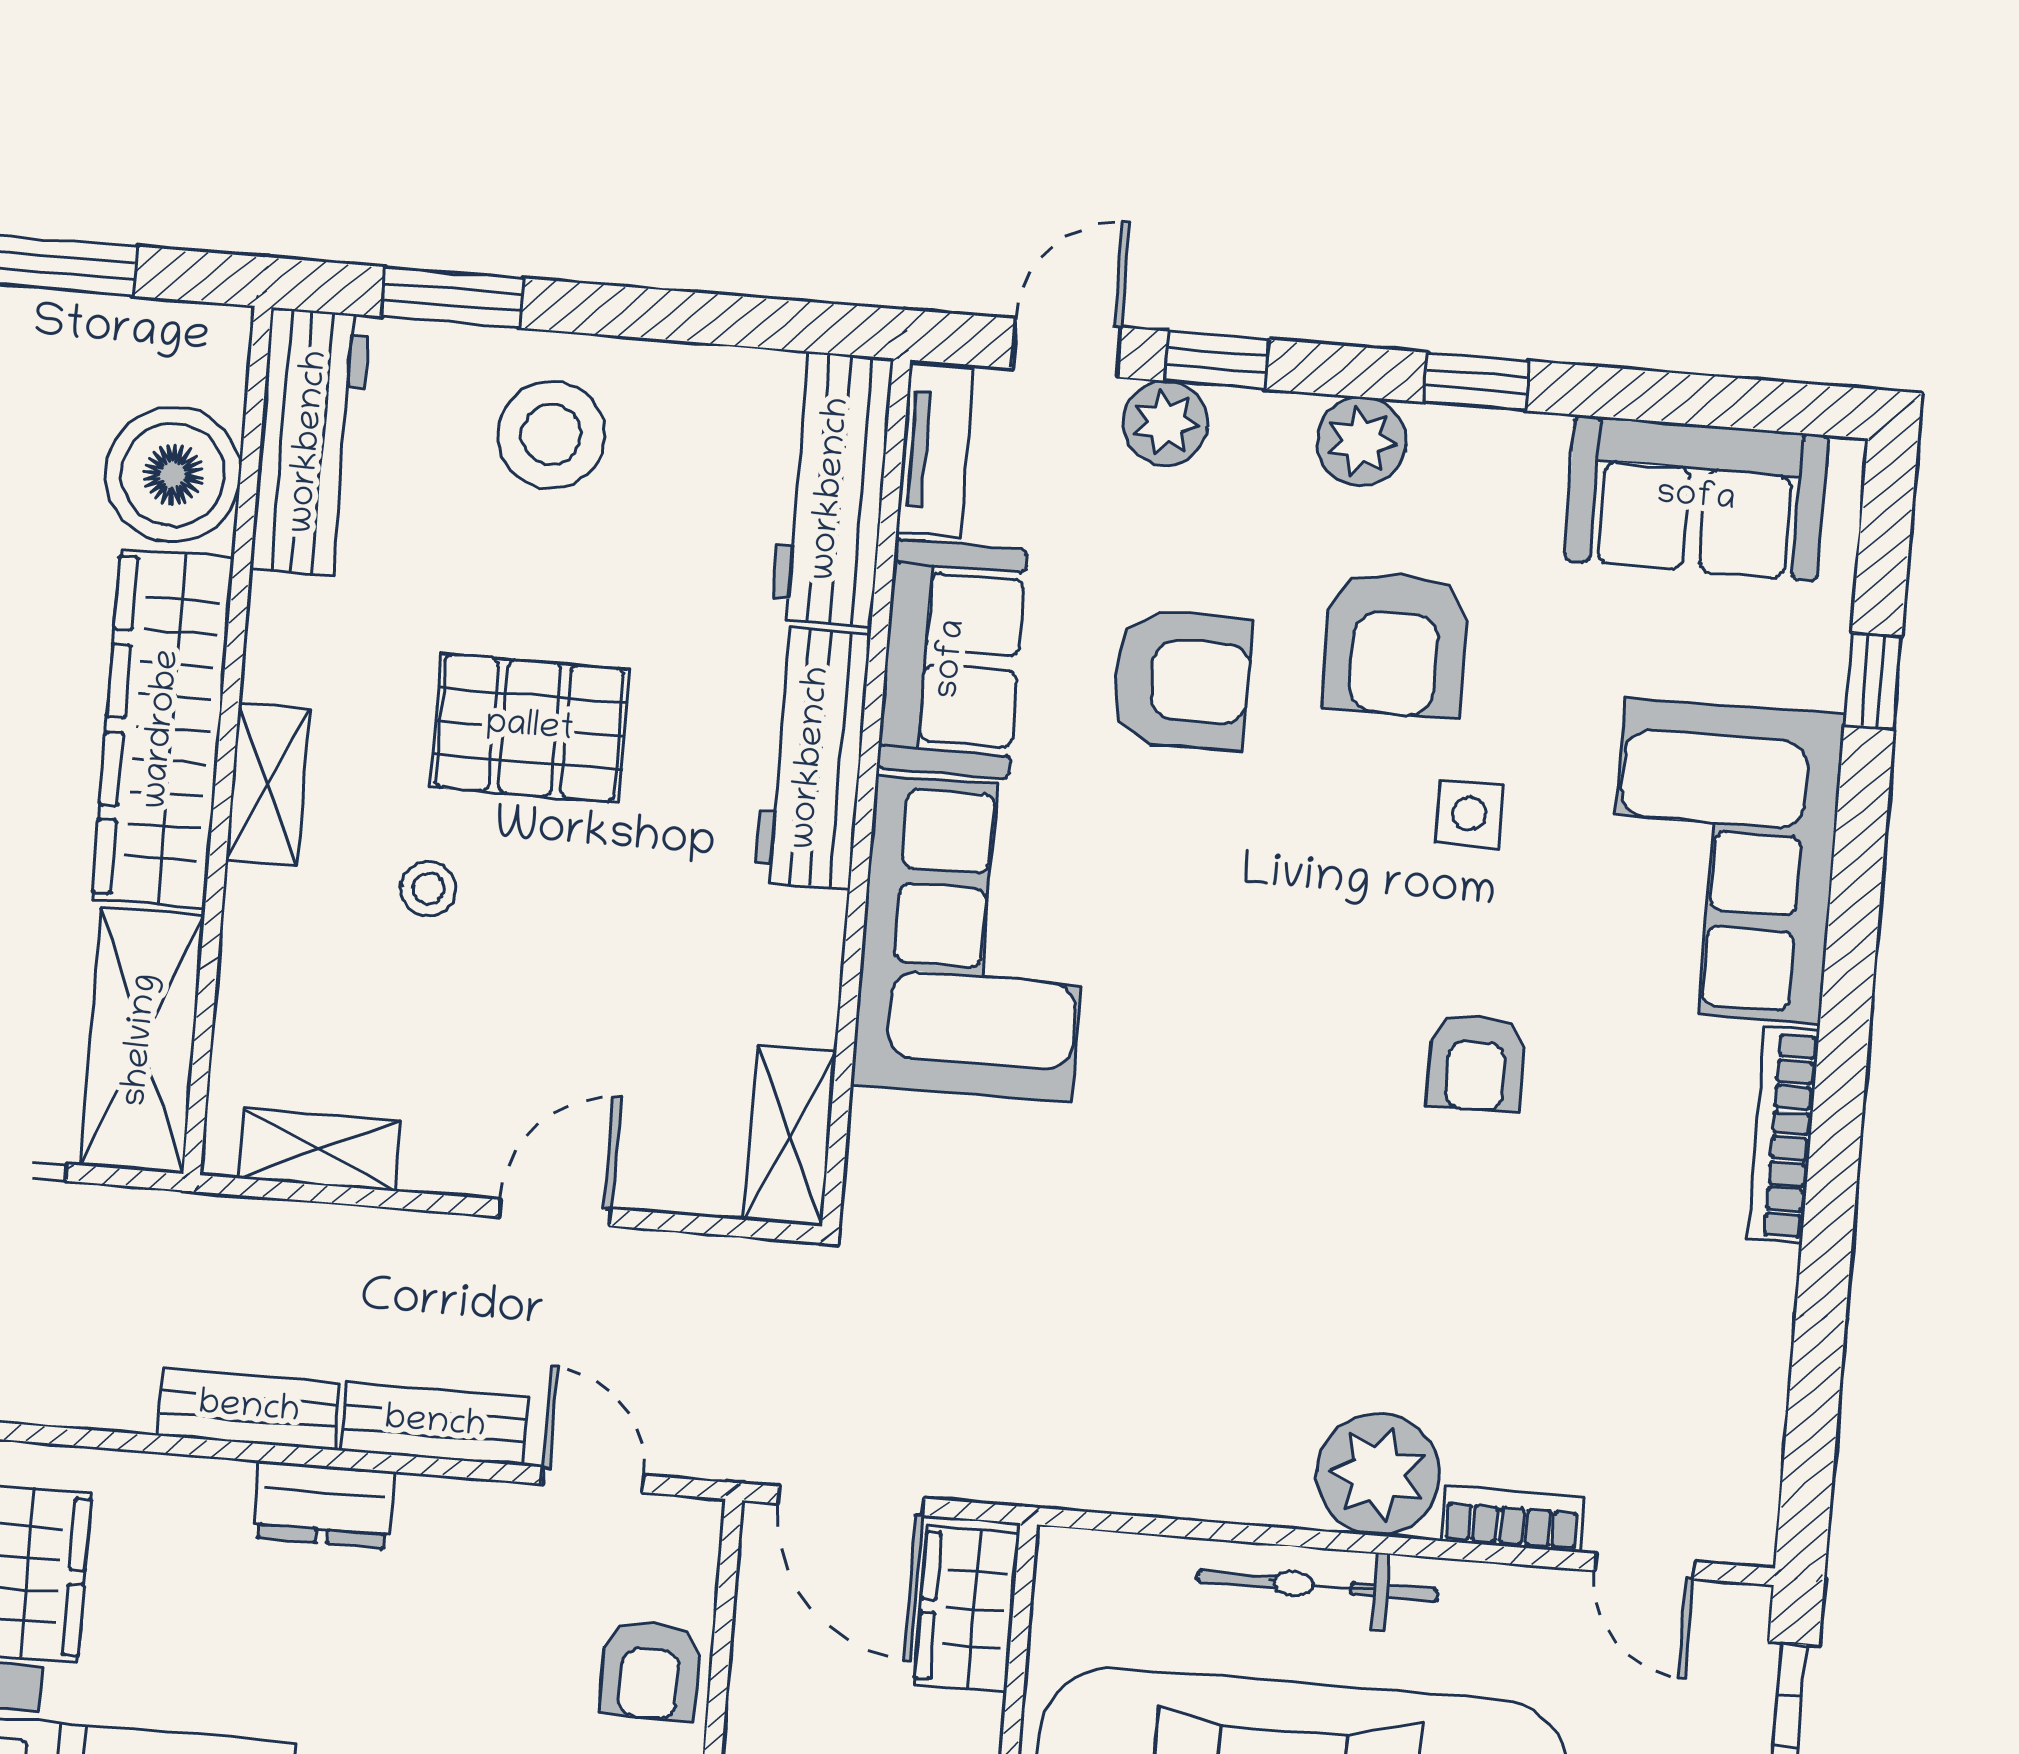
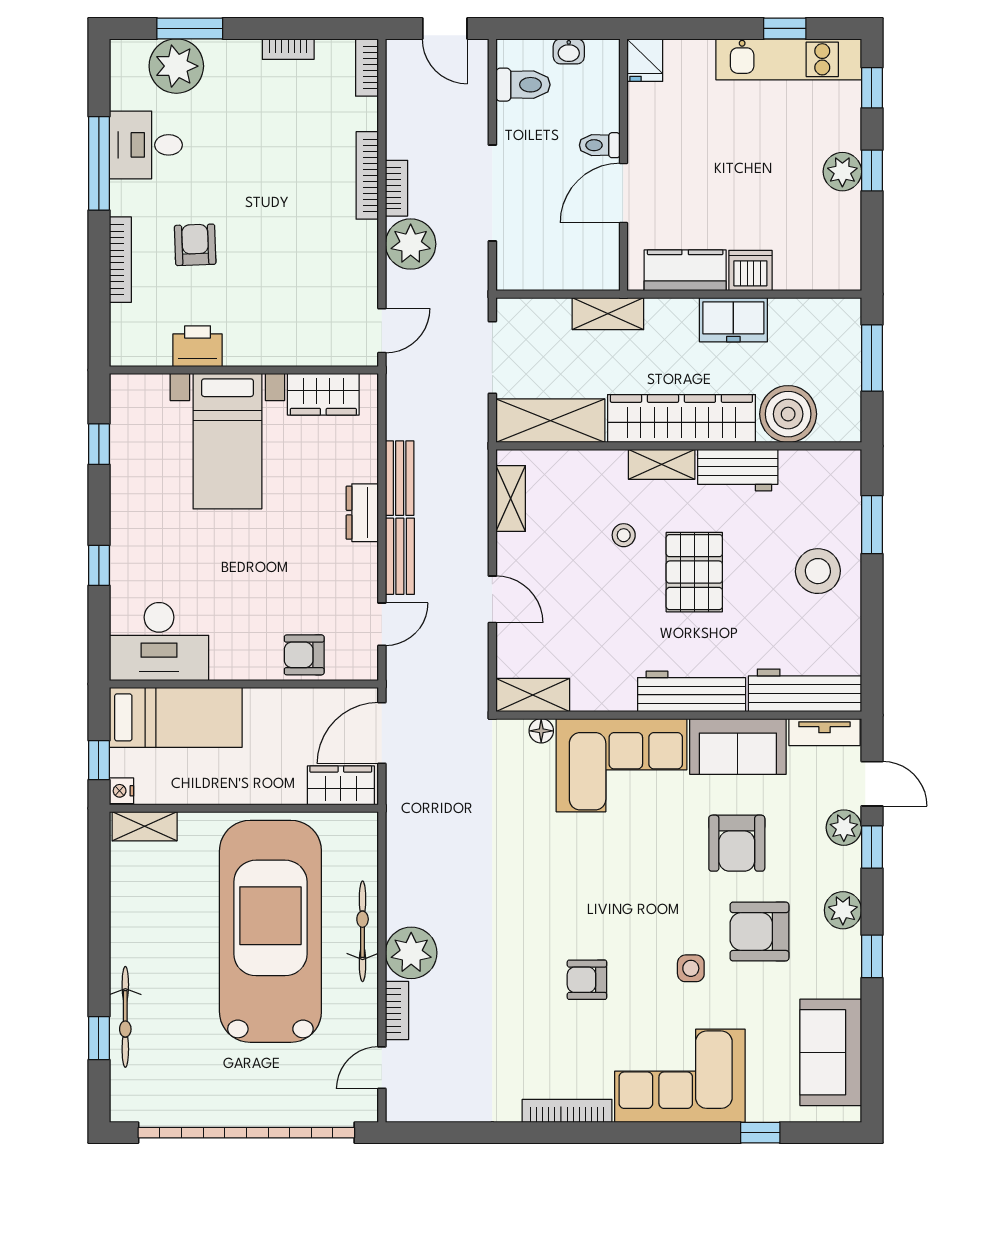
workbench: (310, 442) -> (738, 470), moved, width x0.73
floor lamp: (876, 1122) -> (541, 731), added

